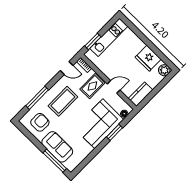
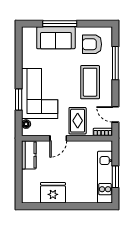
window: (93, 41) -> (115, 177), moved
door: (67, 68) -> (115, 114), hinge flipped
plant: (164, 70) -> (29, 196), removed
armchair: (40, 122) -> (92, 44), turned 90
window: (55, 161) -> (60, 24), moved

